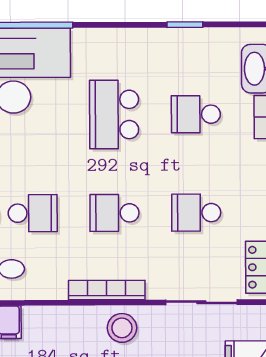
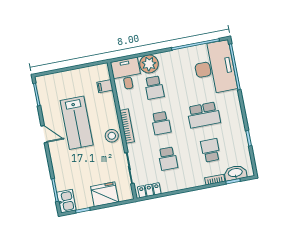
school desk: (114, 115) -> (204, 115), turned 180
school desk: (114, 213) -> (161, 123), turned 180
school desk: (196, 213) -> (168, 159), turned 180

